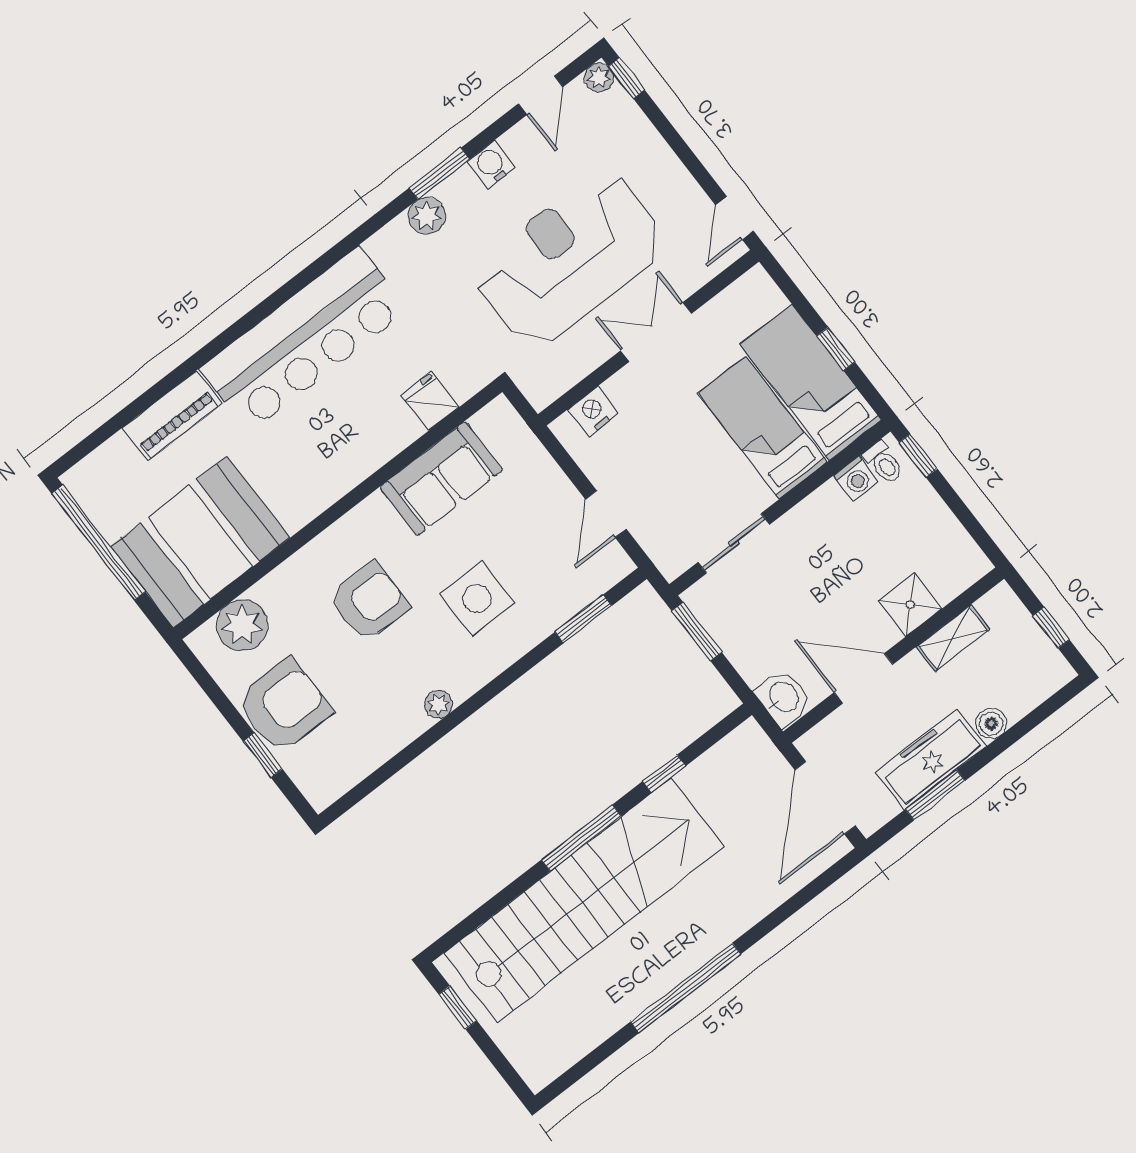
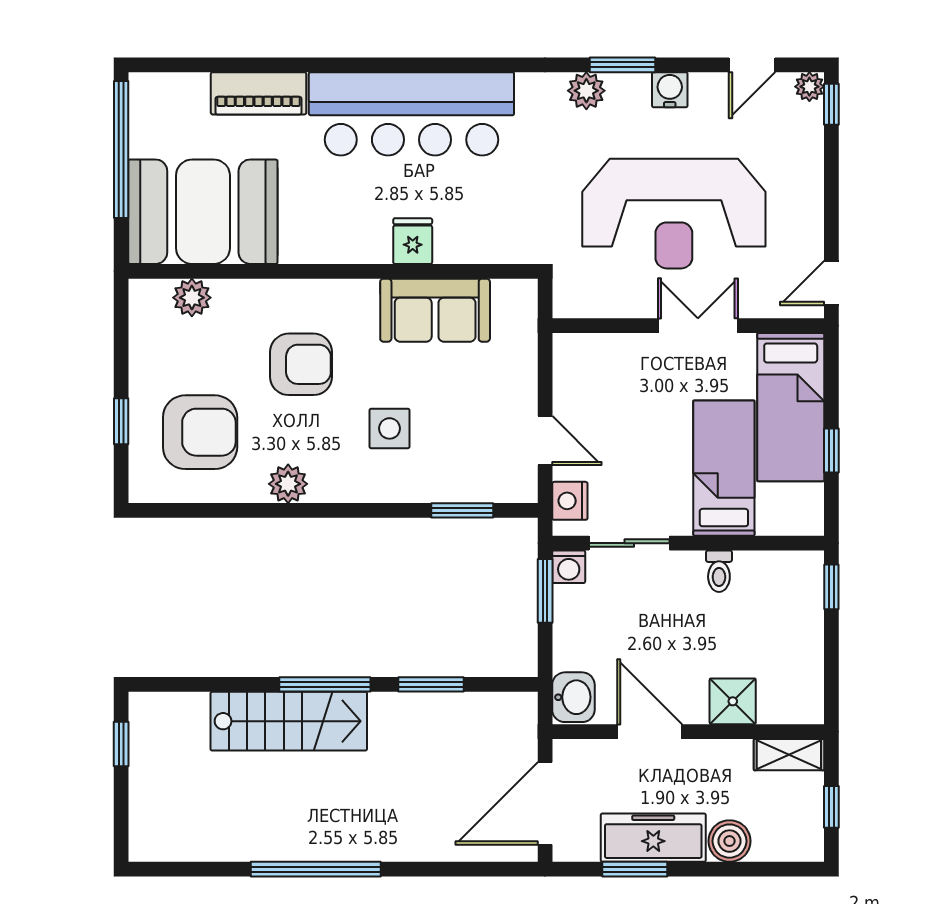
reception desk: (569, 259) -> (674, 214), turned 180
bed: (811, 382) -> (791, 407), moved, turned 180
fridge: (430, 401) -> (413, 241), moved
nightstand: (593, 411) -> (570, 501), moved, turned -90
toilet: (884, 463) -> (719, 571), moved
washing machine: (856, 479) -> (569, 567), moved
door: (606, 514) -> (545, 440), swing flipped
side table: (477, 599) -> (390, 428), width x0.73, depth x0.73
plant: (242, 625) -> (192, 298), width x0.73, depth x0.73
shelving: (953, 638) -> (789, 755), moved
plant: (438, 704) -> (288, 484), width x1.38, depth x1.38
armchair: (284, 706) -> (200, 432), moved
boiler: (991, 724) -> (730, 841), width x1.36, depth x1.36
window: (664, 774) -> (431, 684), width x1.50
stairs: (584, 900) -> (289, 721), width x0.54, depth x0.66

